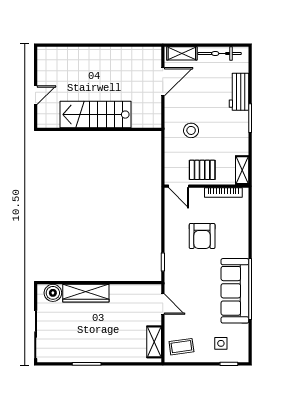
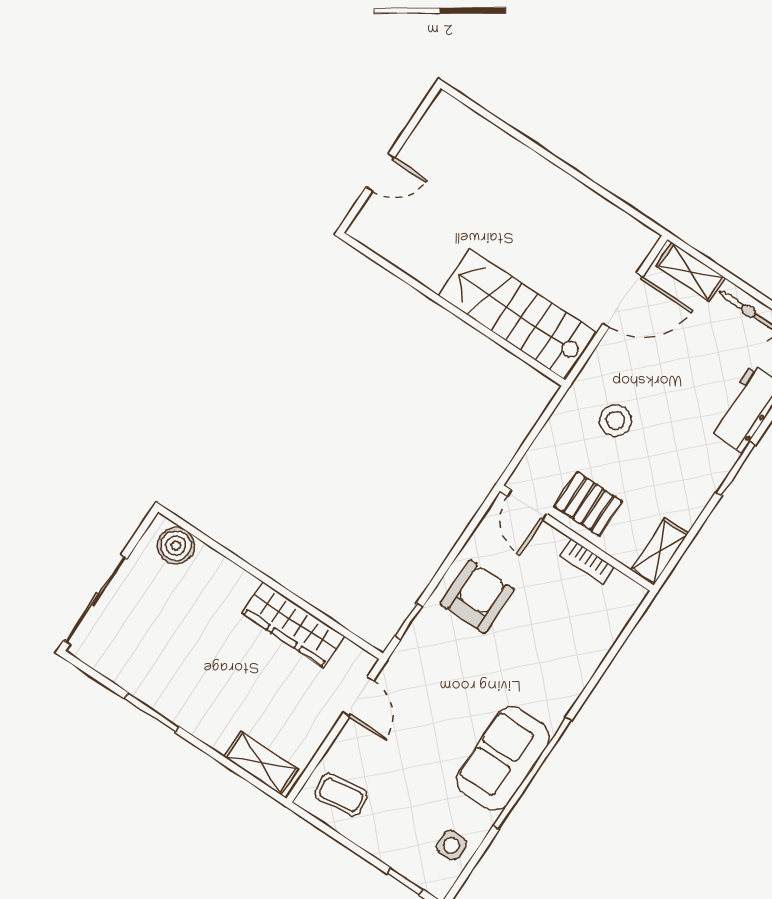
stairs: (96, 115) -> (517, 314), moved
bookcase: (223, 192) -> (587, 561), width x0.64
armchair: (202, 236) -> (477, 597), moved, turned 180
sofa: (235, 291) -> (503, 758), width x0.73
wardrobe: (86, 293) -> (293, 625), moved
shelving: (154, 342) -> (261, 763), moved, turned 90
side table: (221, 343) -> (451, 845), moved

